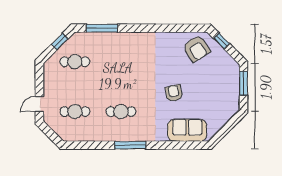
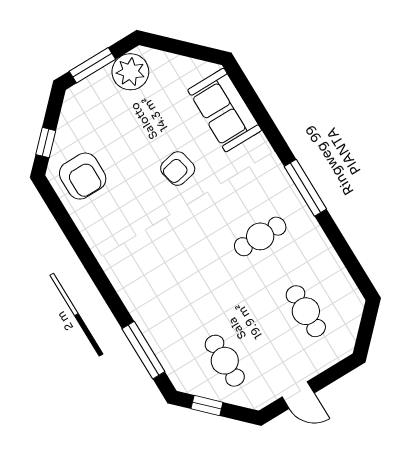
armchair: (197, 49) -> (83, 176), turned 123
plant: (230, 98) -> (130, 72), added
door: (39, 104) -> (298, 395), moved
cafe table: (121, 112) -> (260, 236), turned 90

